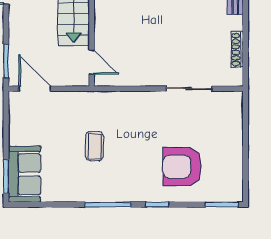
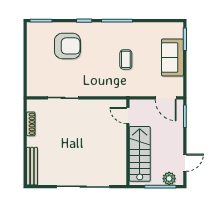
sofa: (25, 174) -> (172, 57), moved

